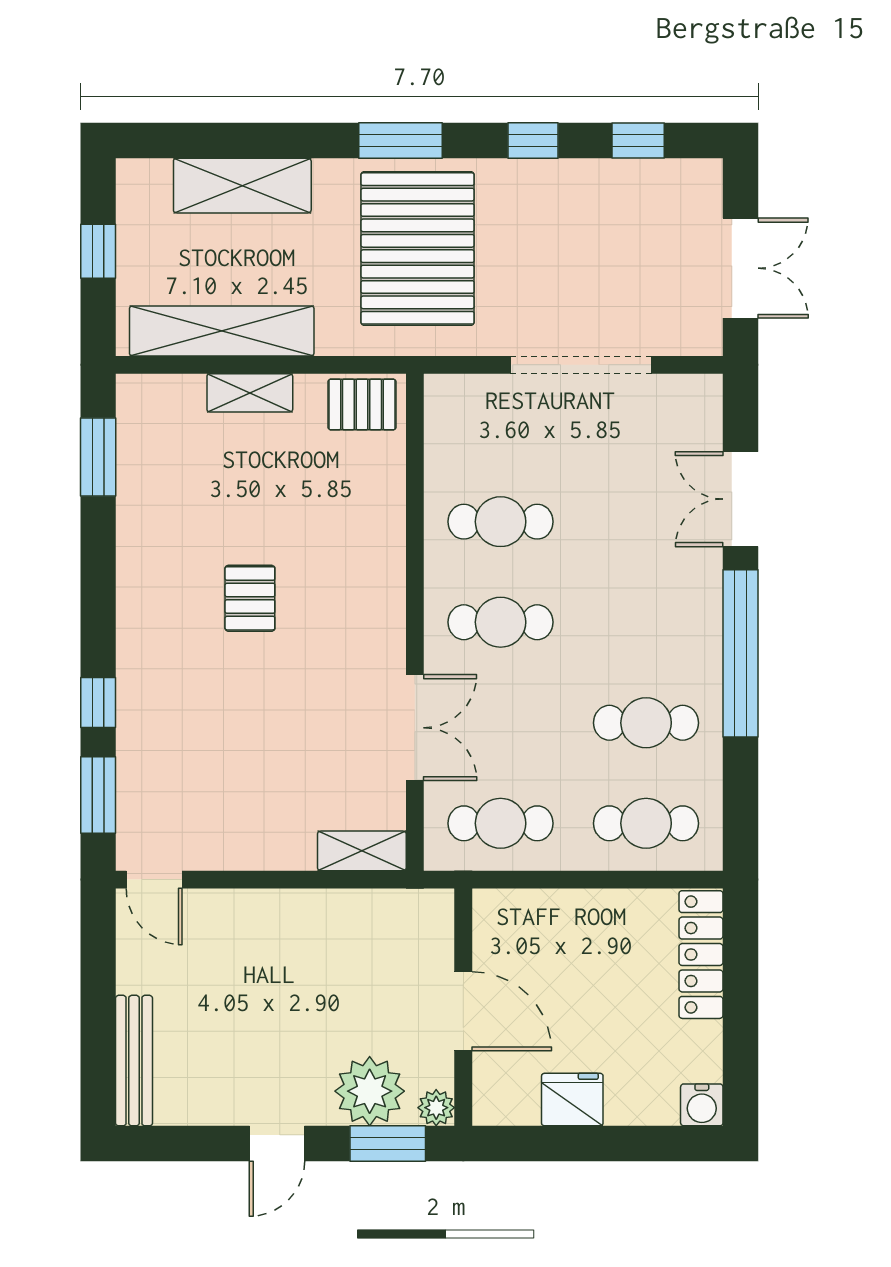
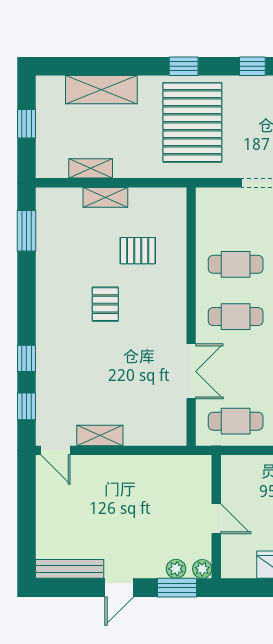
window: (401, 140) -> (184, 66), width x0.67
shelving: (222, 331) -> (91, 168), width x0.45, depth x0.75
pallet: (362, 404) -> (138, 251), moved
window: (98, 795) -> (26, 406), width x0.67
shelving: (362, 851) -> (100, 435), moved
door: (463, 1011) -> (216, 519), width x0.73
bench: (134, 1061) -> (70, 569), moved, turned 90
plant: (370, 1091) -> (176, 569), width x0.53, depth x0.53

